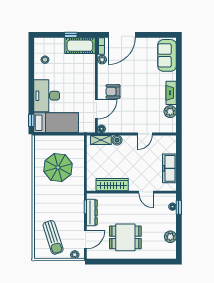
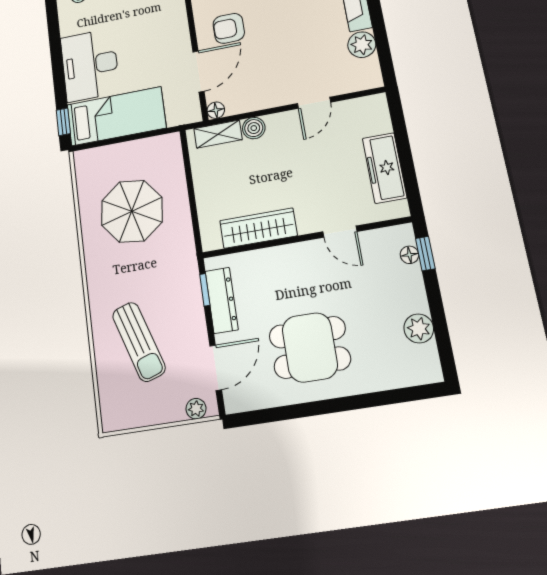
sun lounger: (53, 237) -> (139, 342), moved

